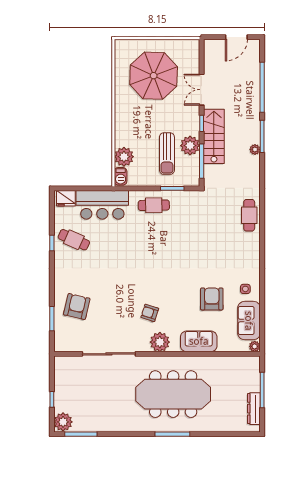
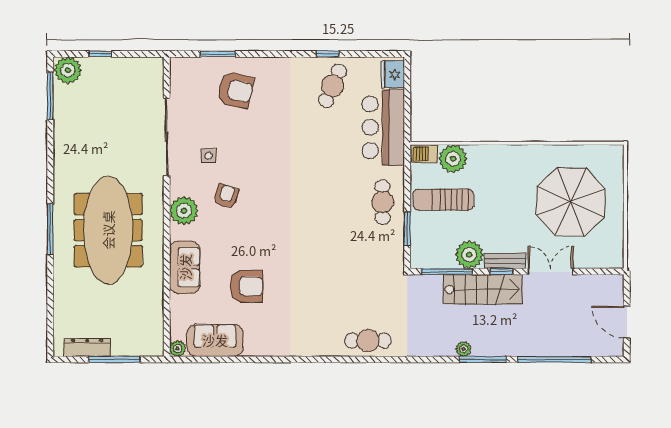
bench: (194, 121) -> (505, 261), added
sun lounger: (167, 154) -> (443, 200), moved
side table: (245, 289) -> (209, 156), moved

